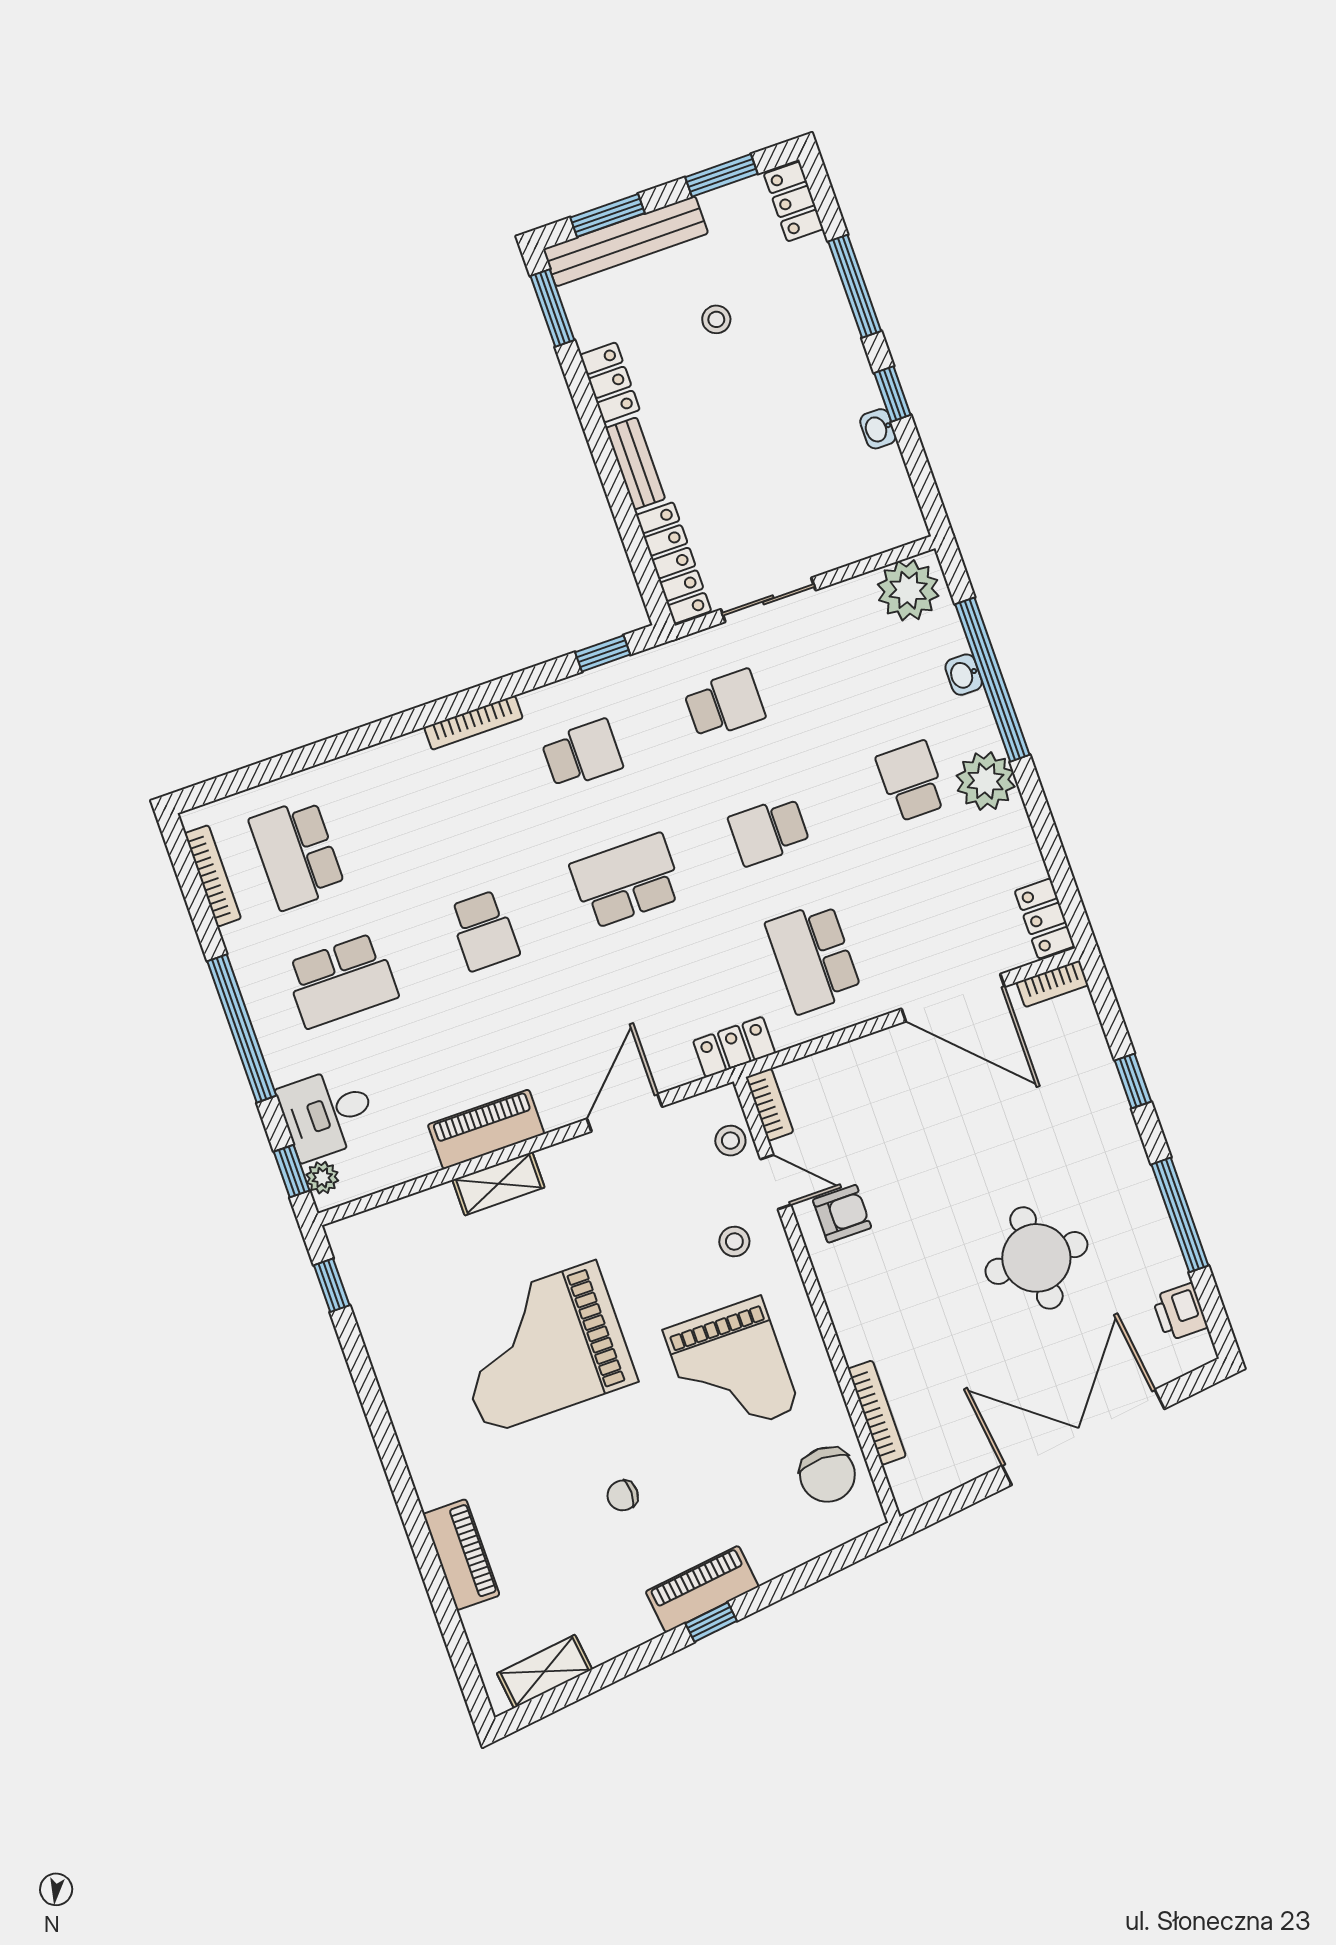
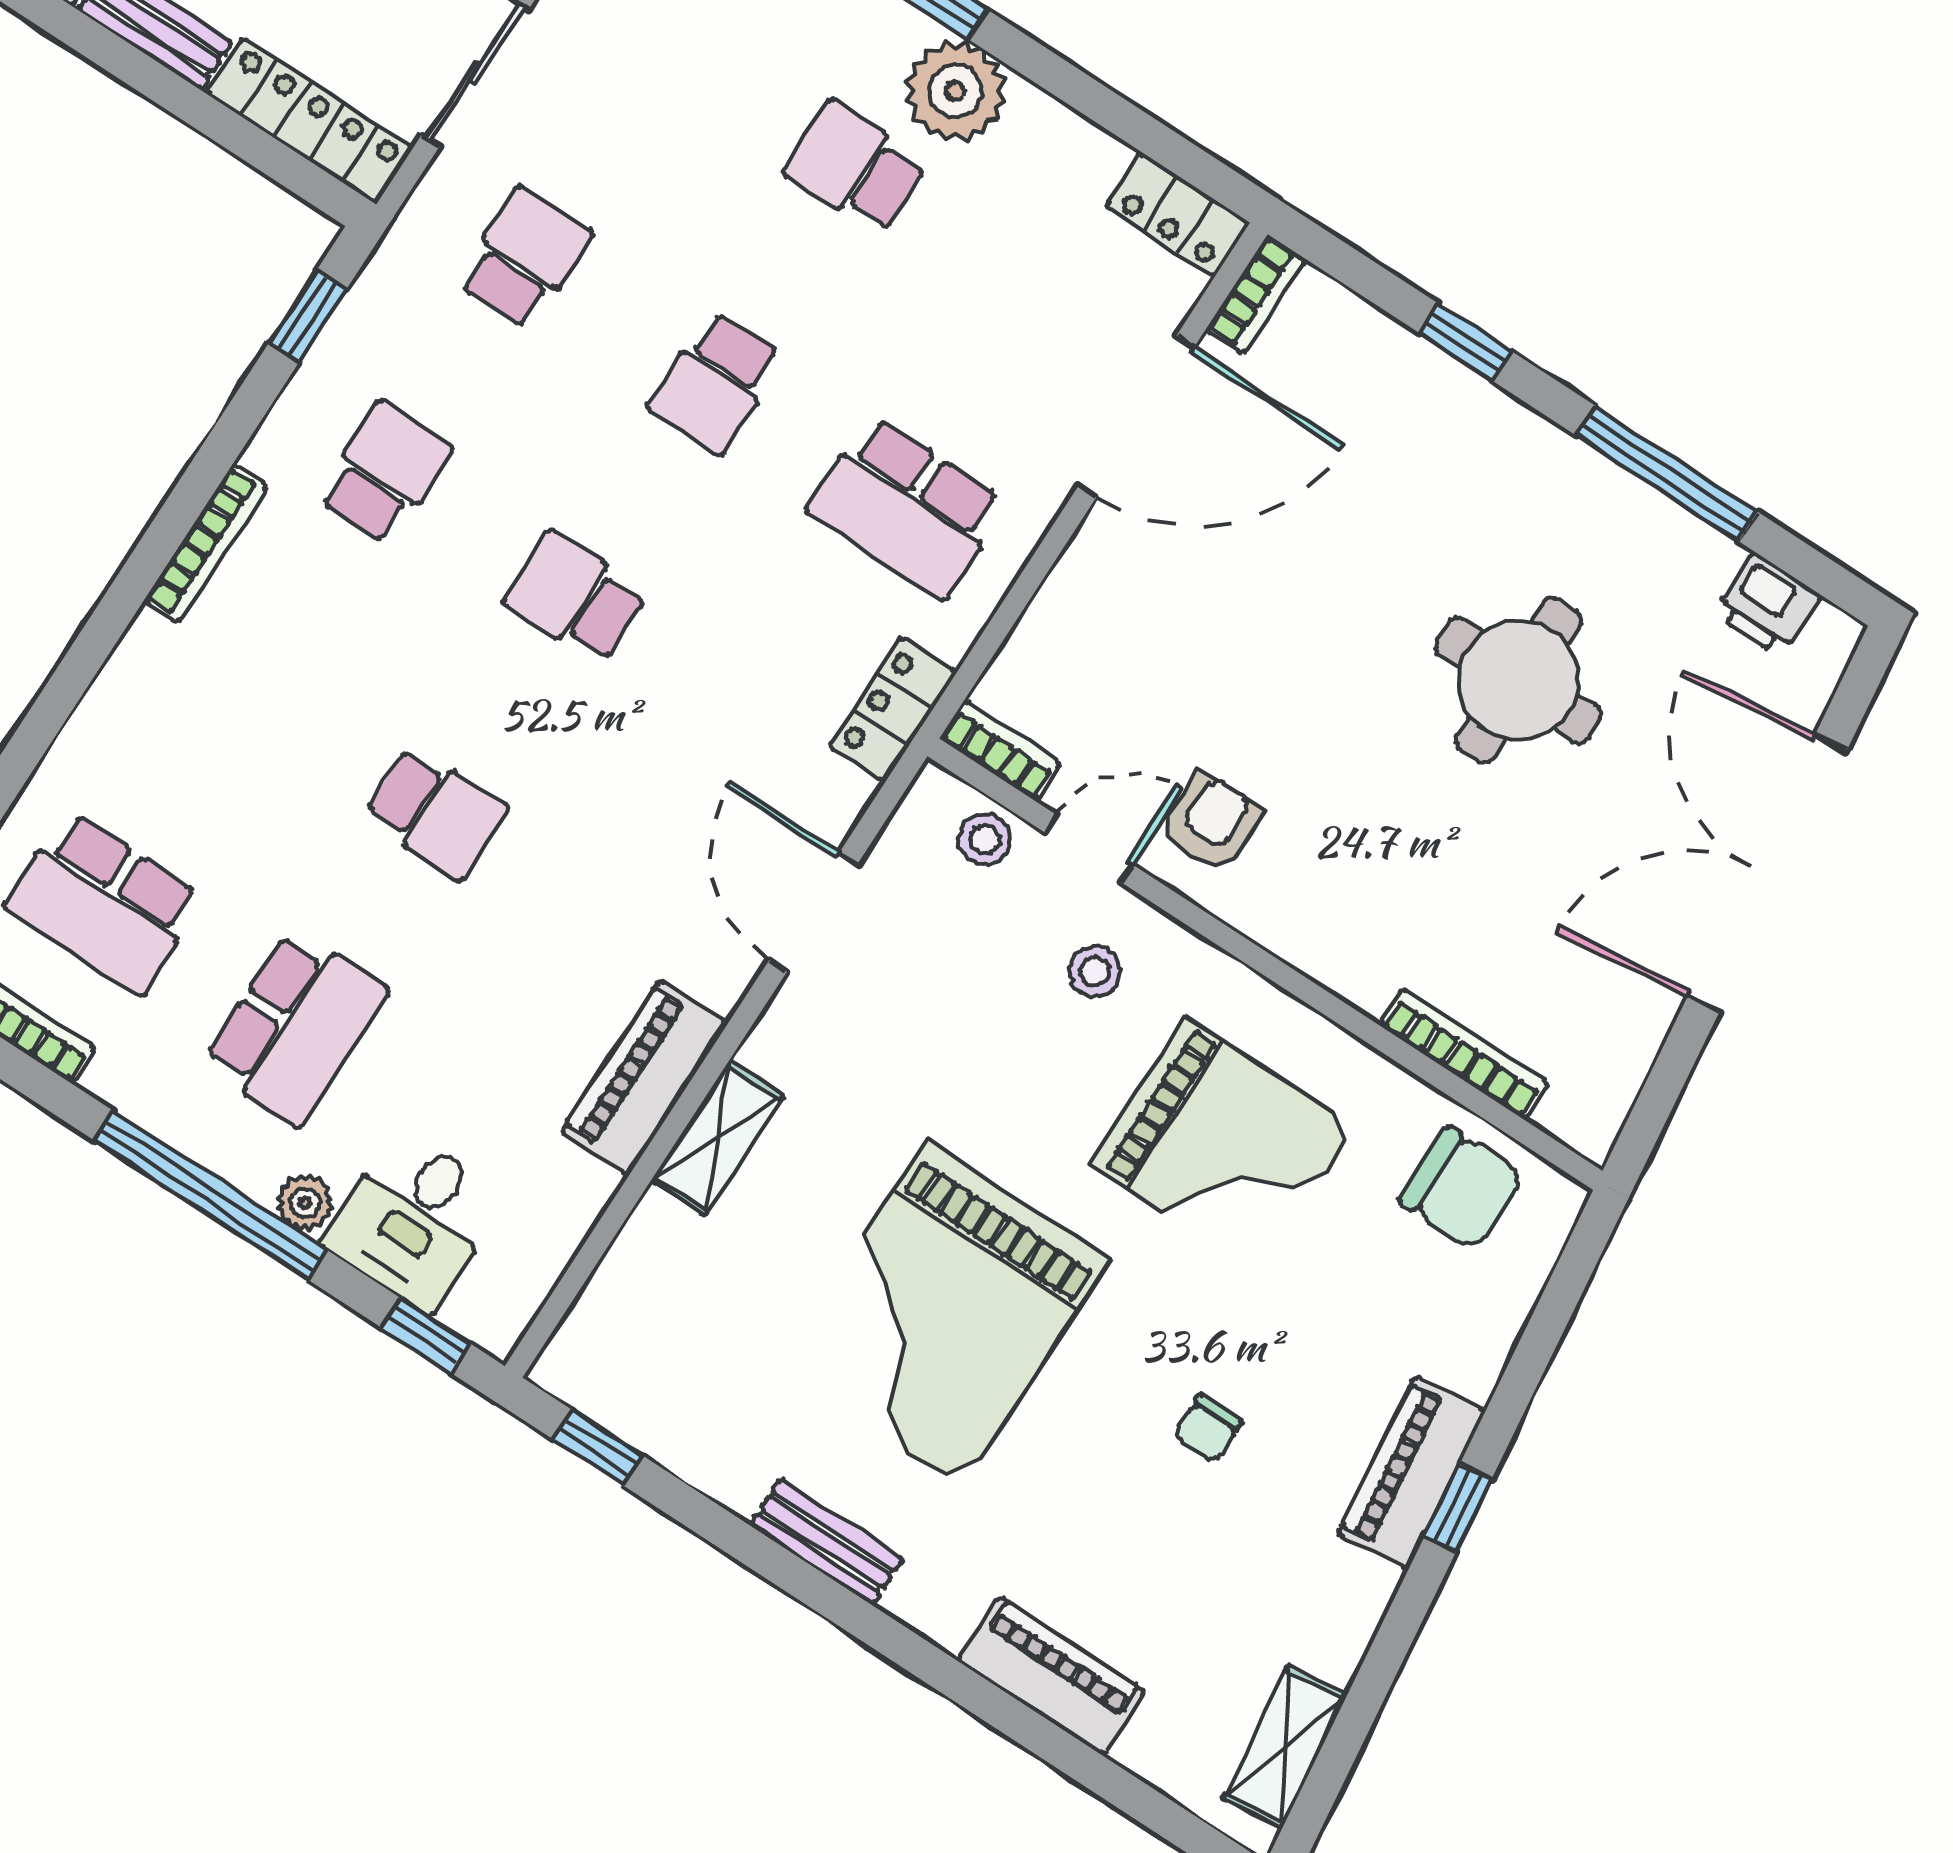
school desk: (626, 881) -> (575, 598), width x0.54
plant: (322, 1178) -> (305, 1203), moved
bench: (404, 1411) -> (826, 1542), added

